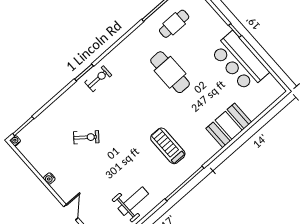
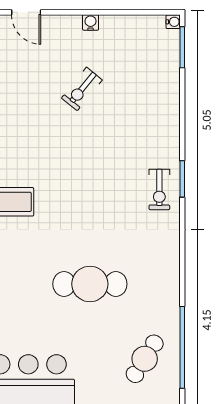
cafe table: (174, 24) -> (145, 359), moved, turned 32
exercise bike: (86, 137) -> (82, 89), moved

